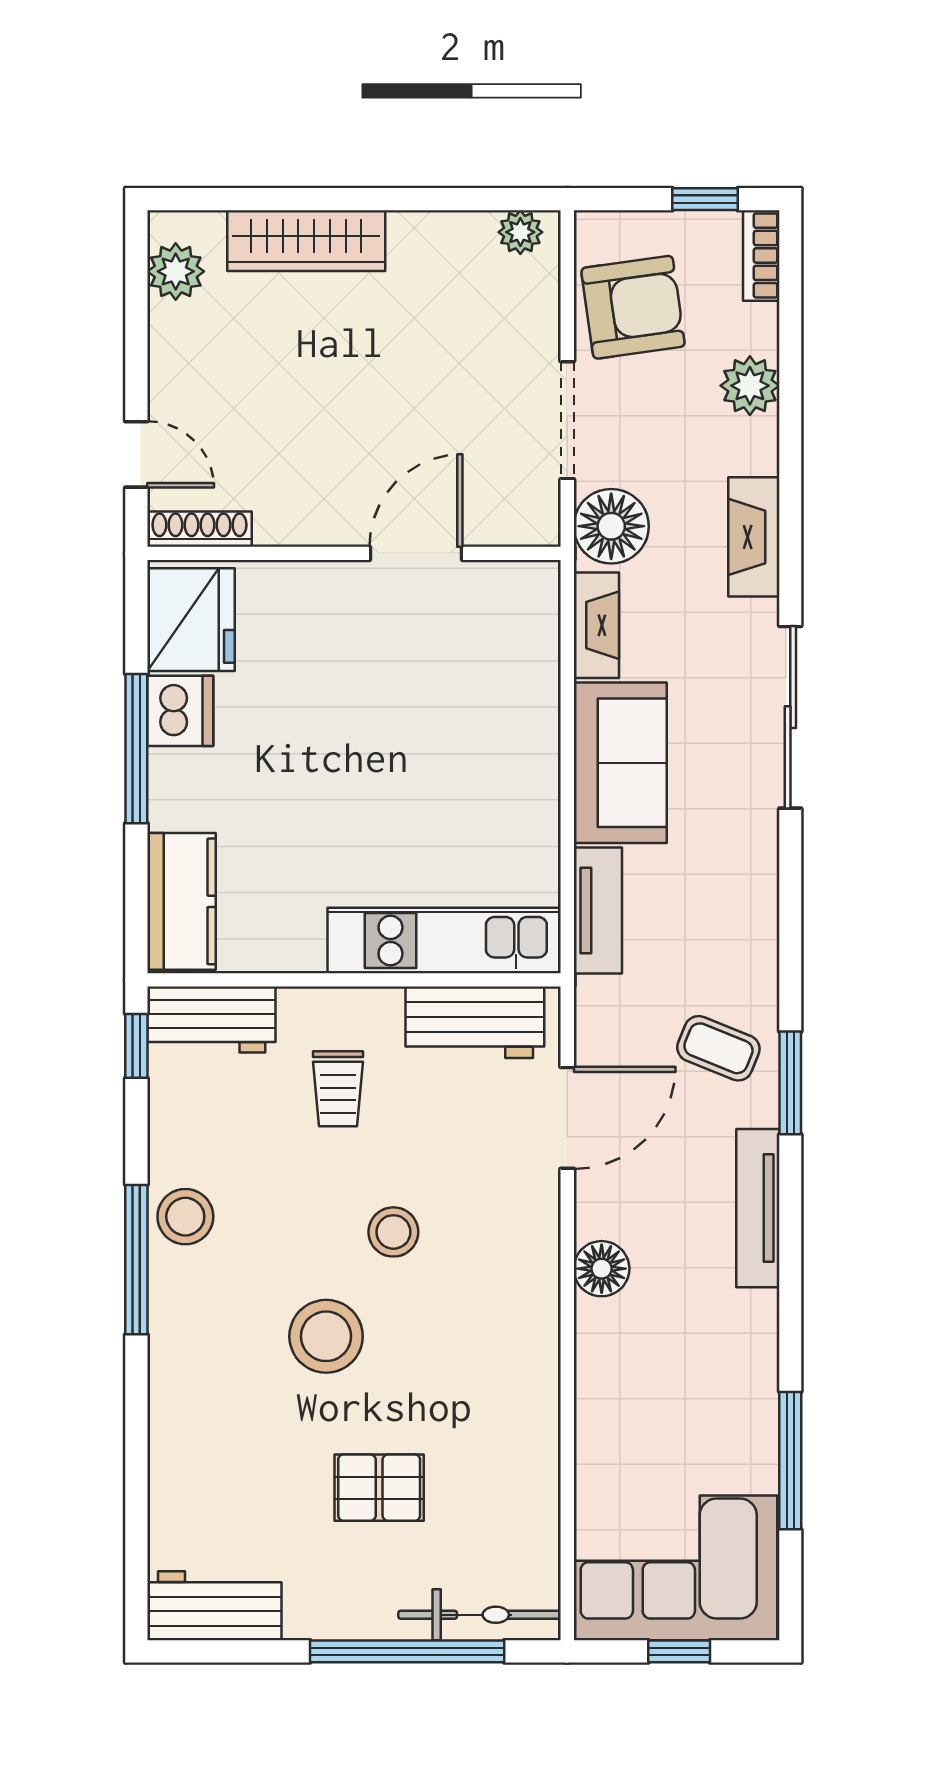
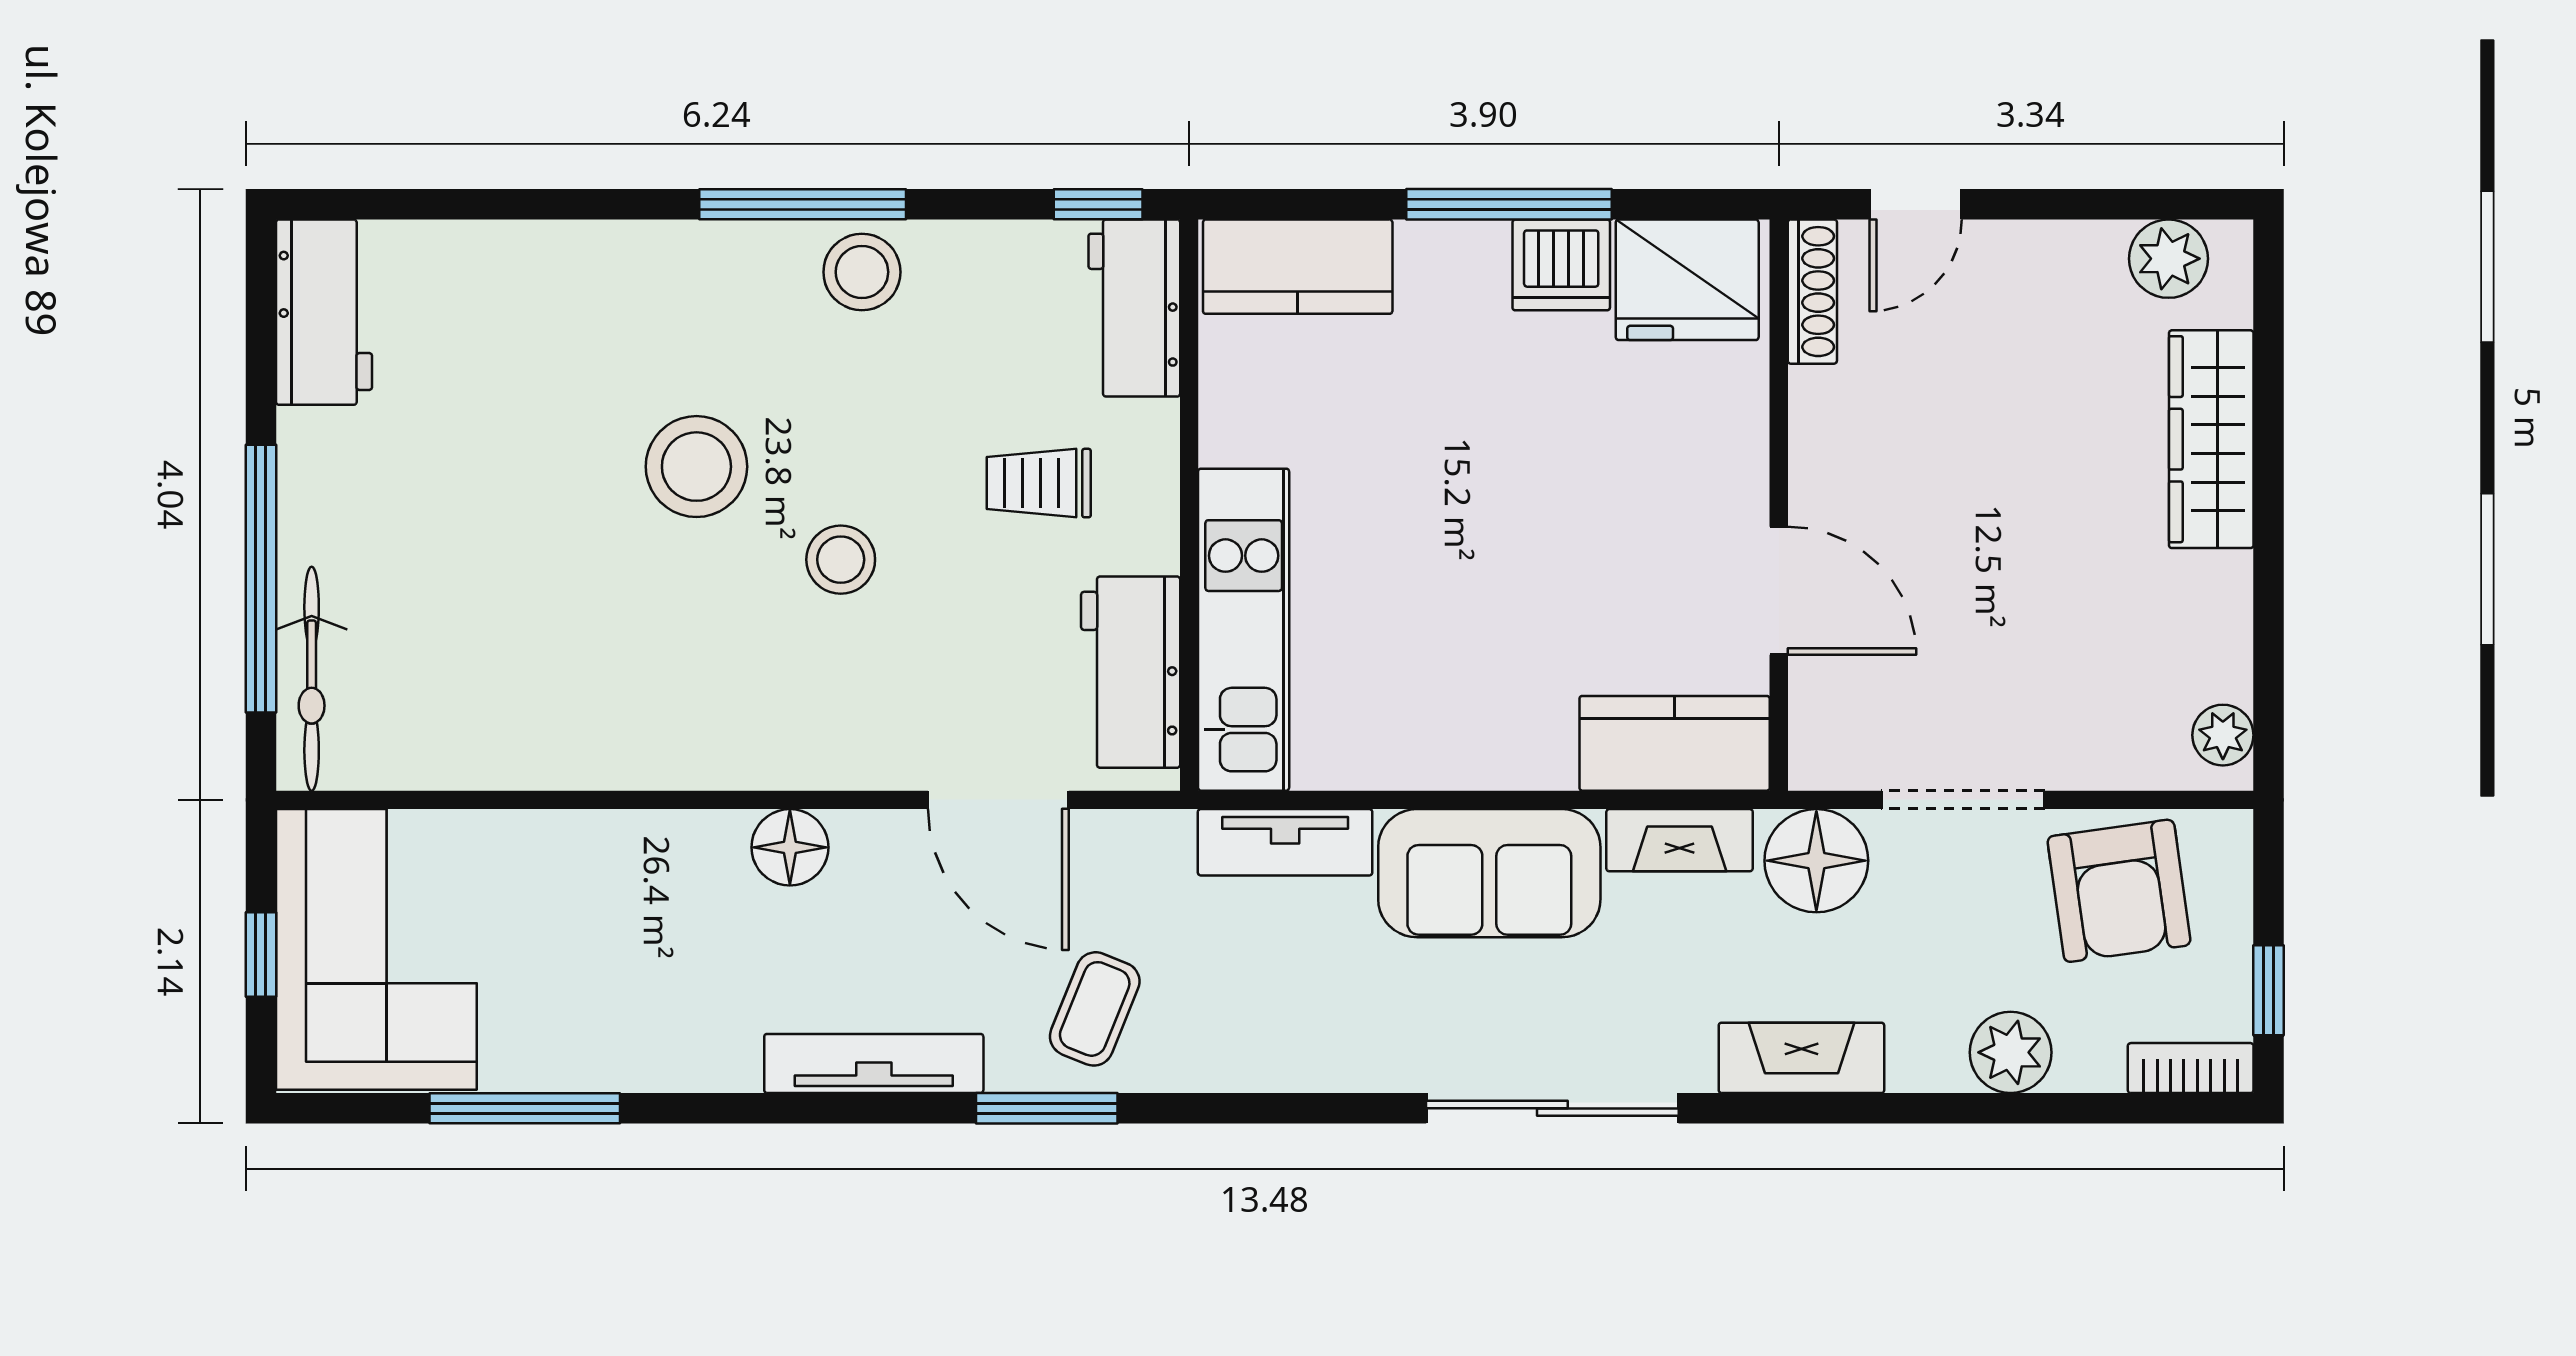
kitchen counter: (526, 629) -> (1675, 743), added
pallet: (379, 1488) -> (487, 540), removed

